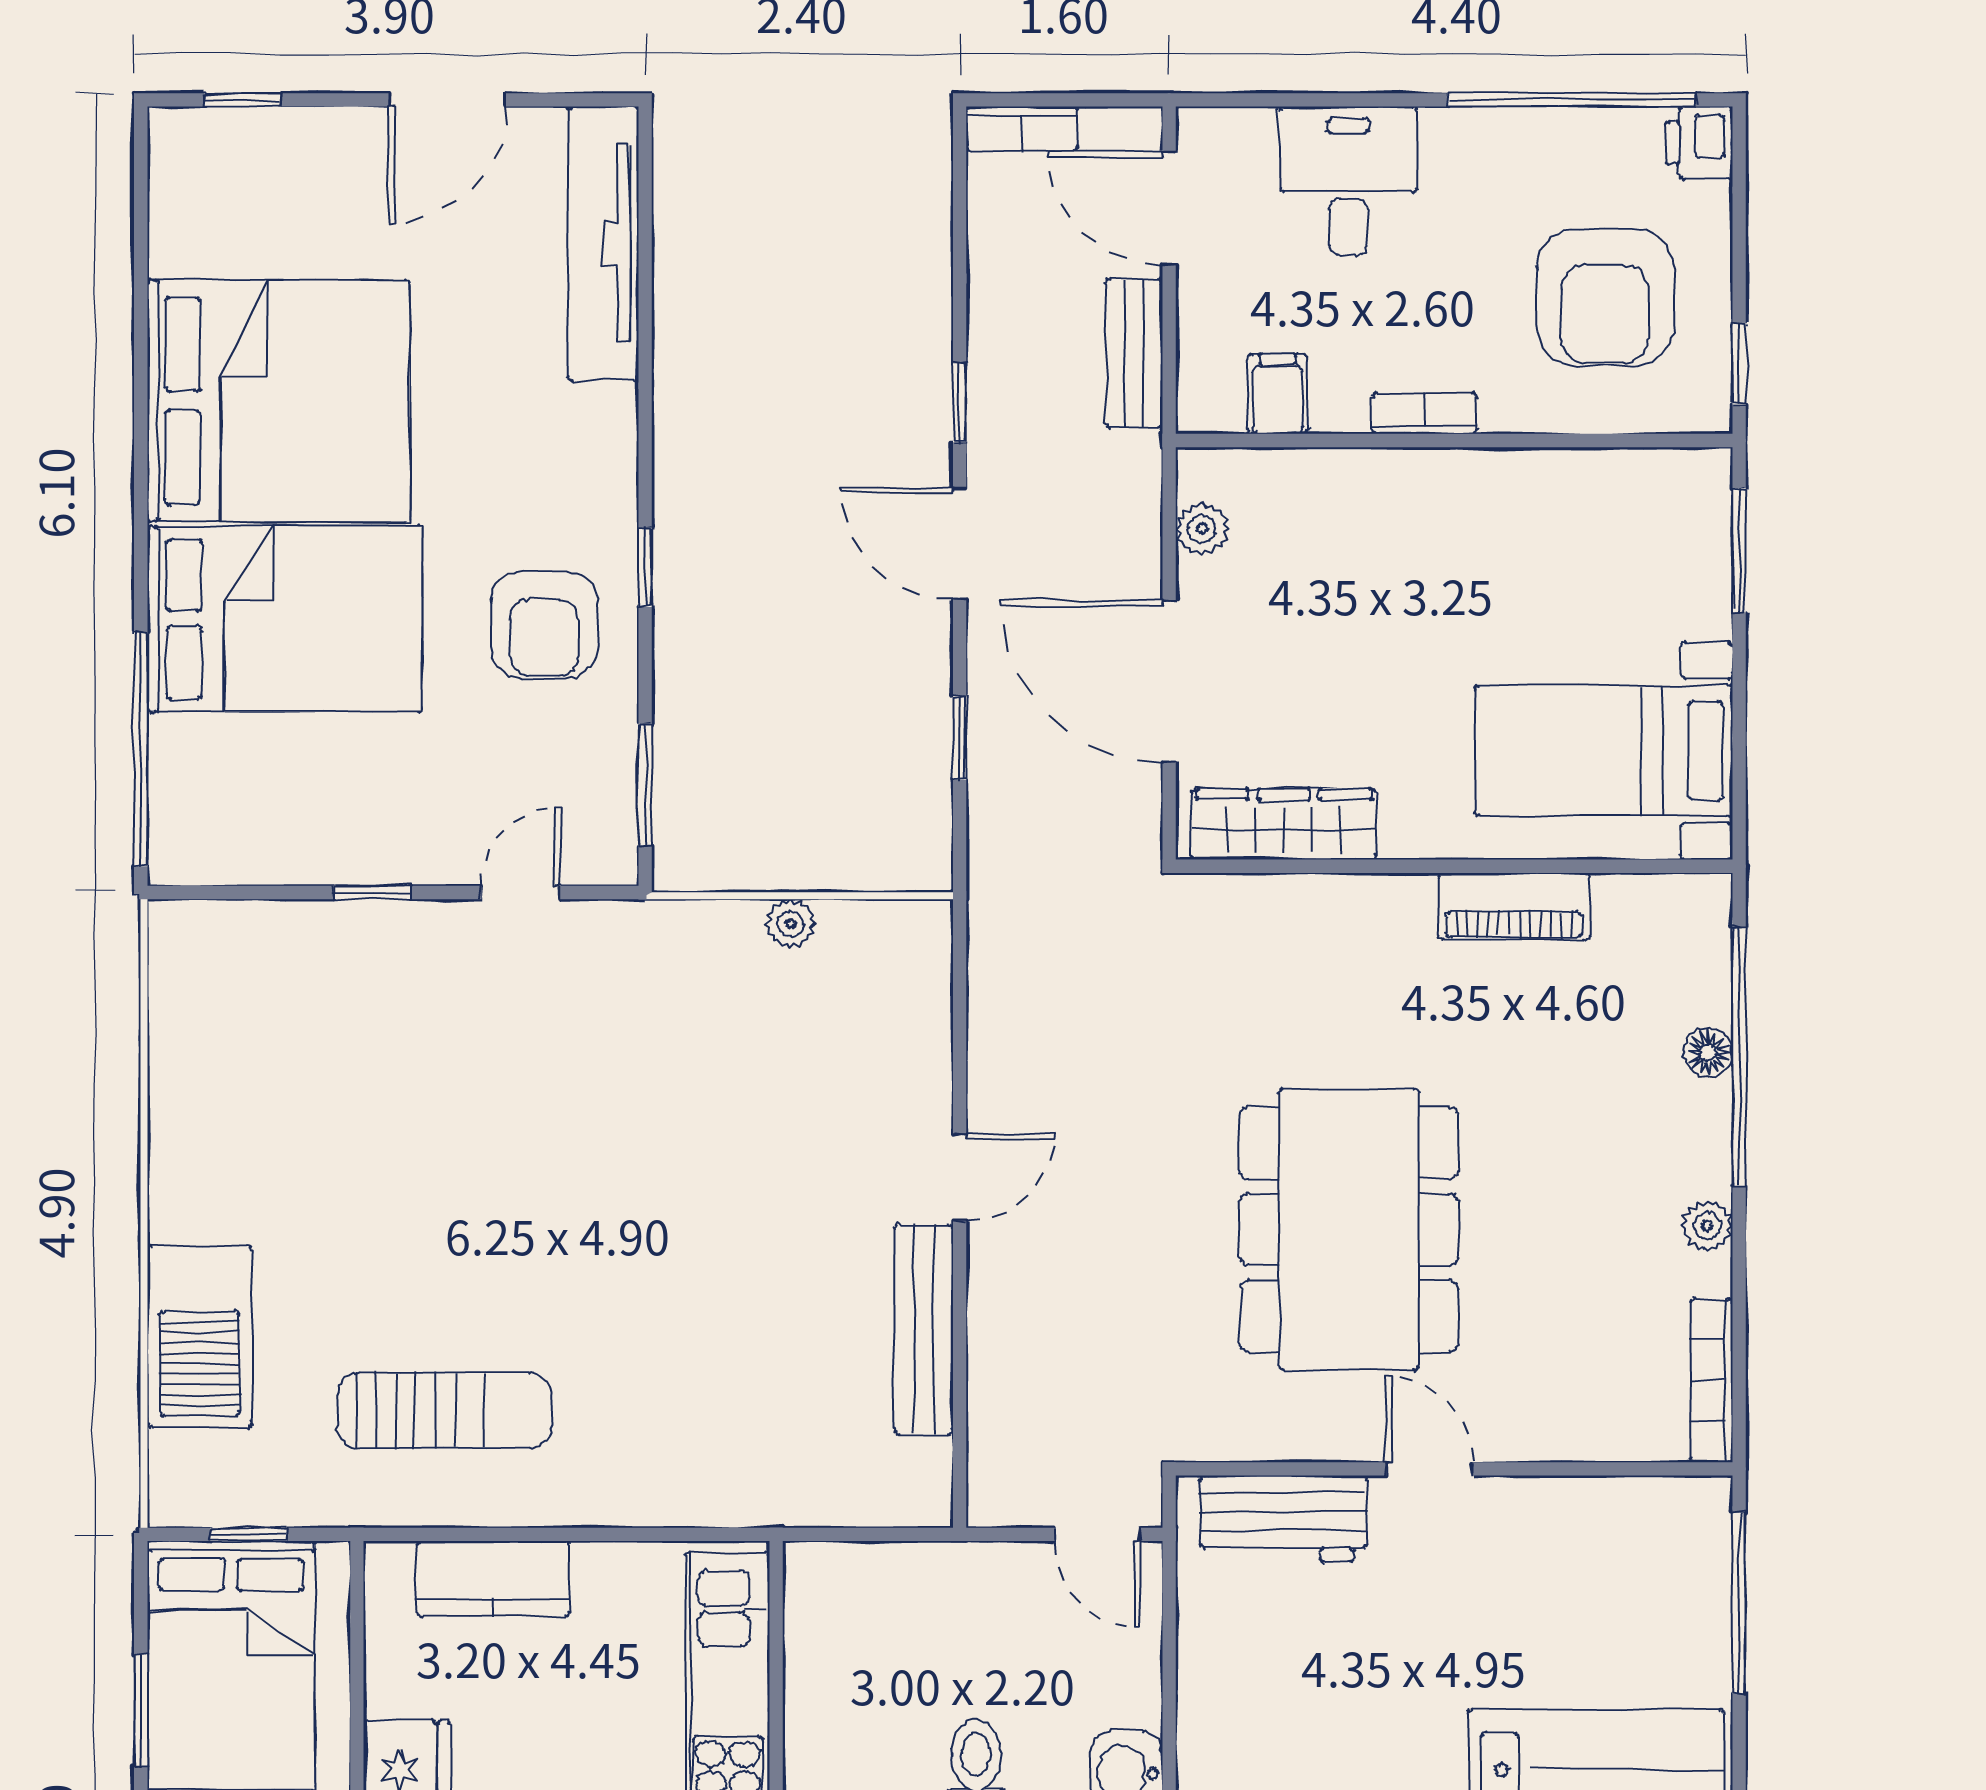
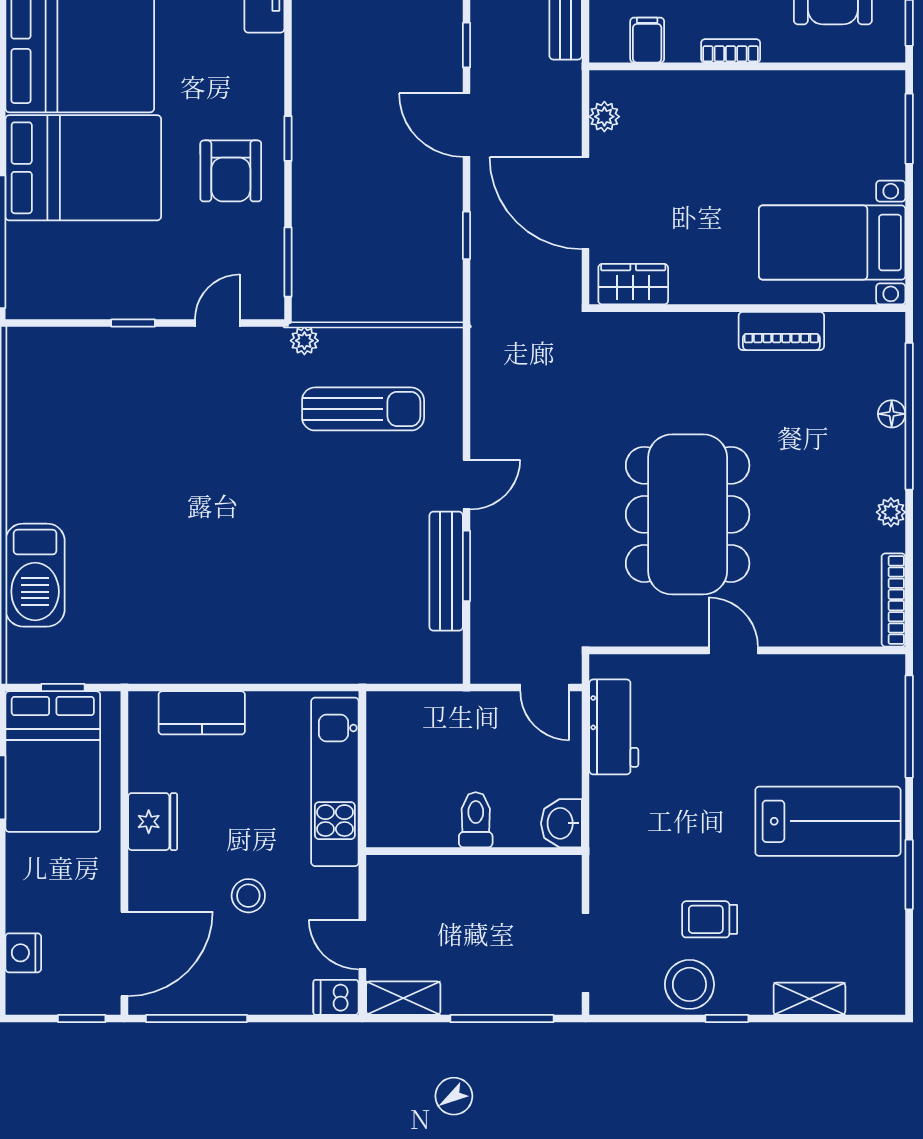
wardrobe: (1284, 824) -> (633, 284), width x0.67
plant: (791, 924) -> (304, 341), moved
window: (960, 1320) -> (467, 566), added
sun lounger: (444, 1410) -> (363, 409), moved
workbench: (1283, 1519) -> (614, 727), moved, turned -90

